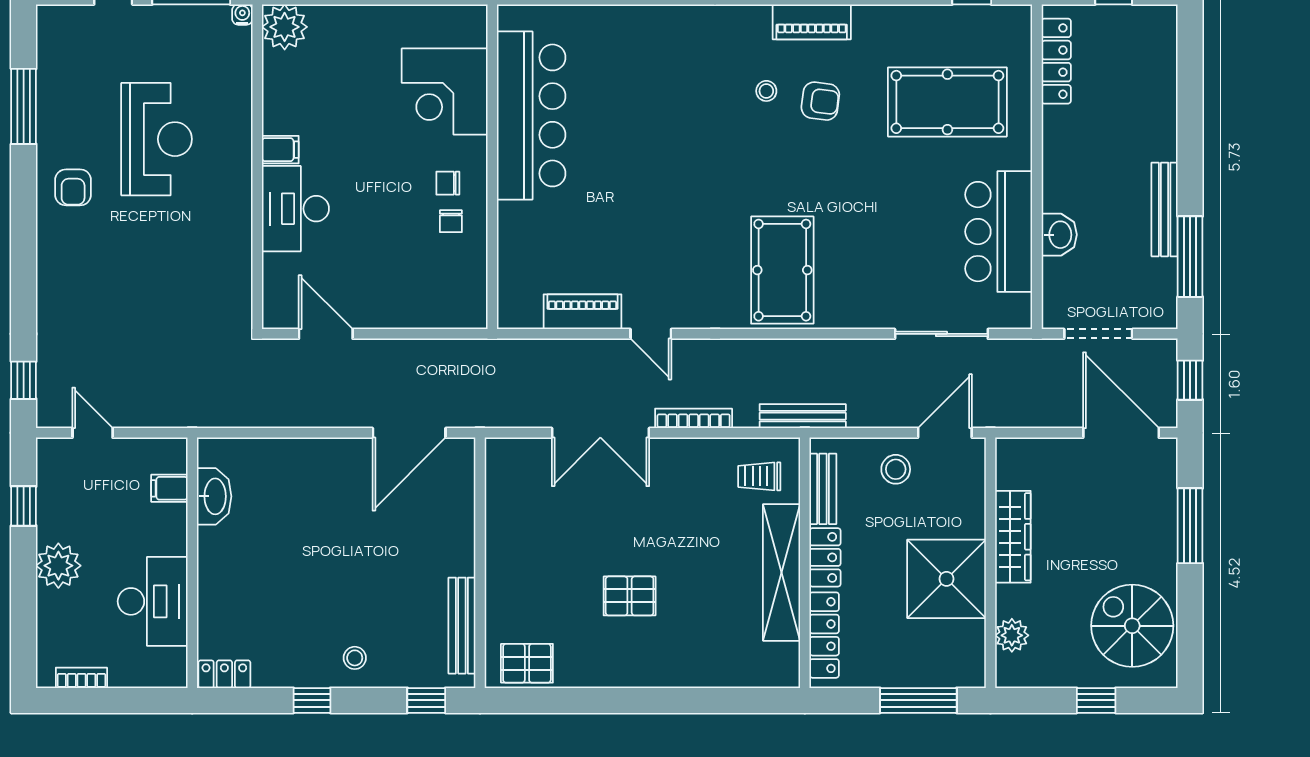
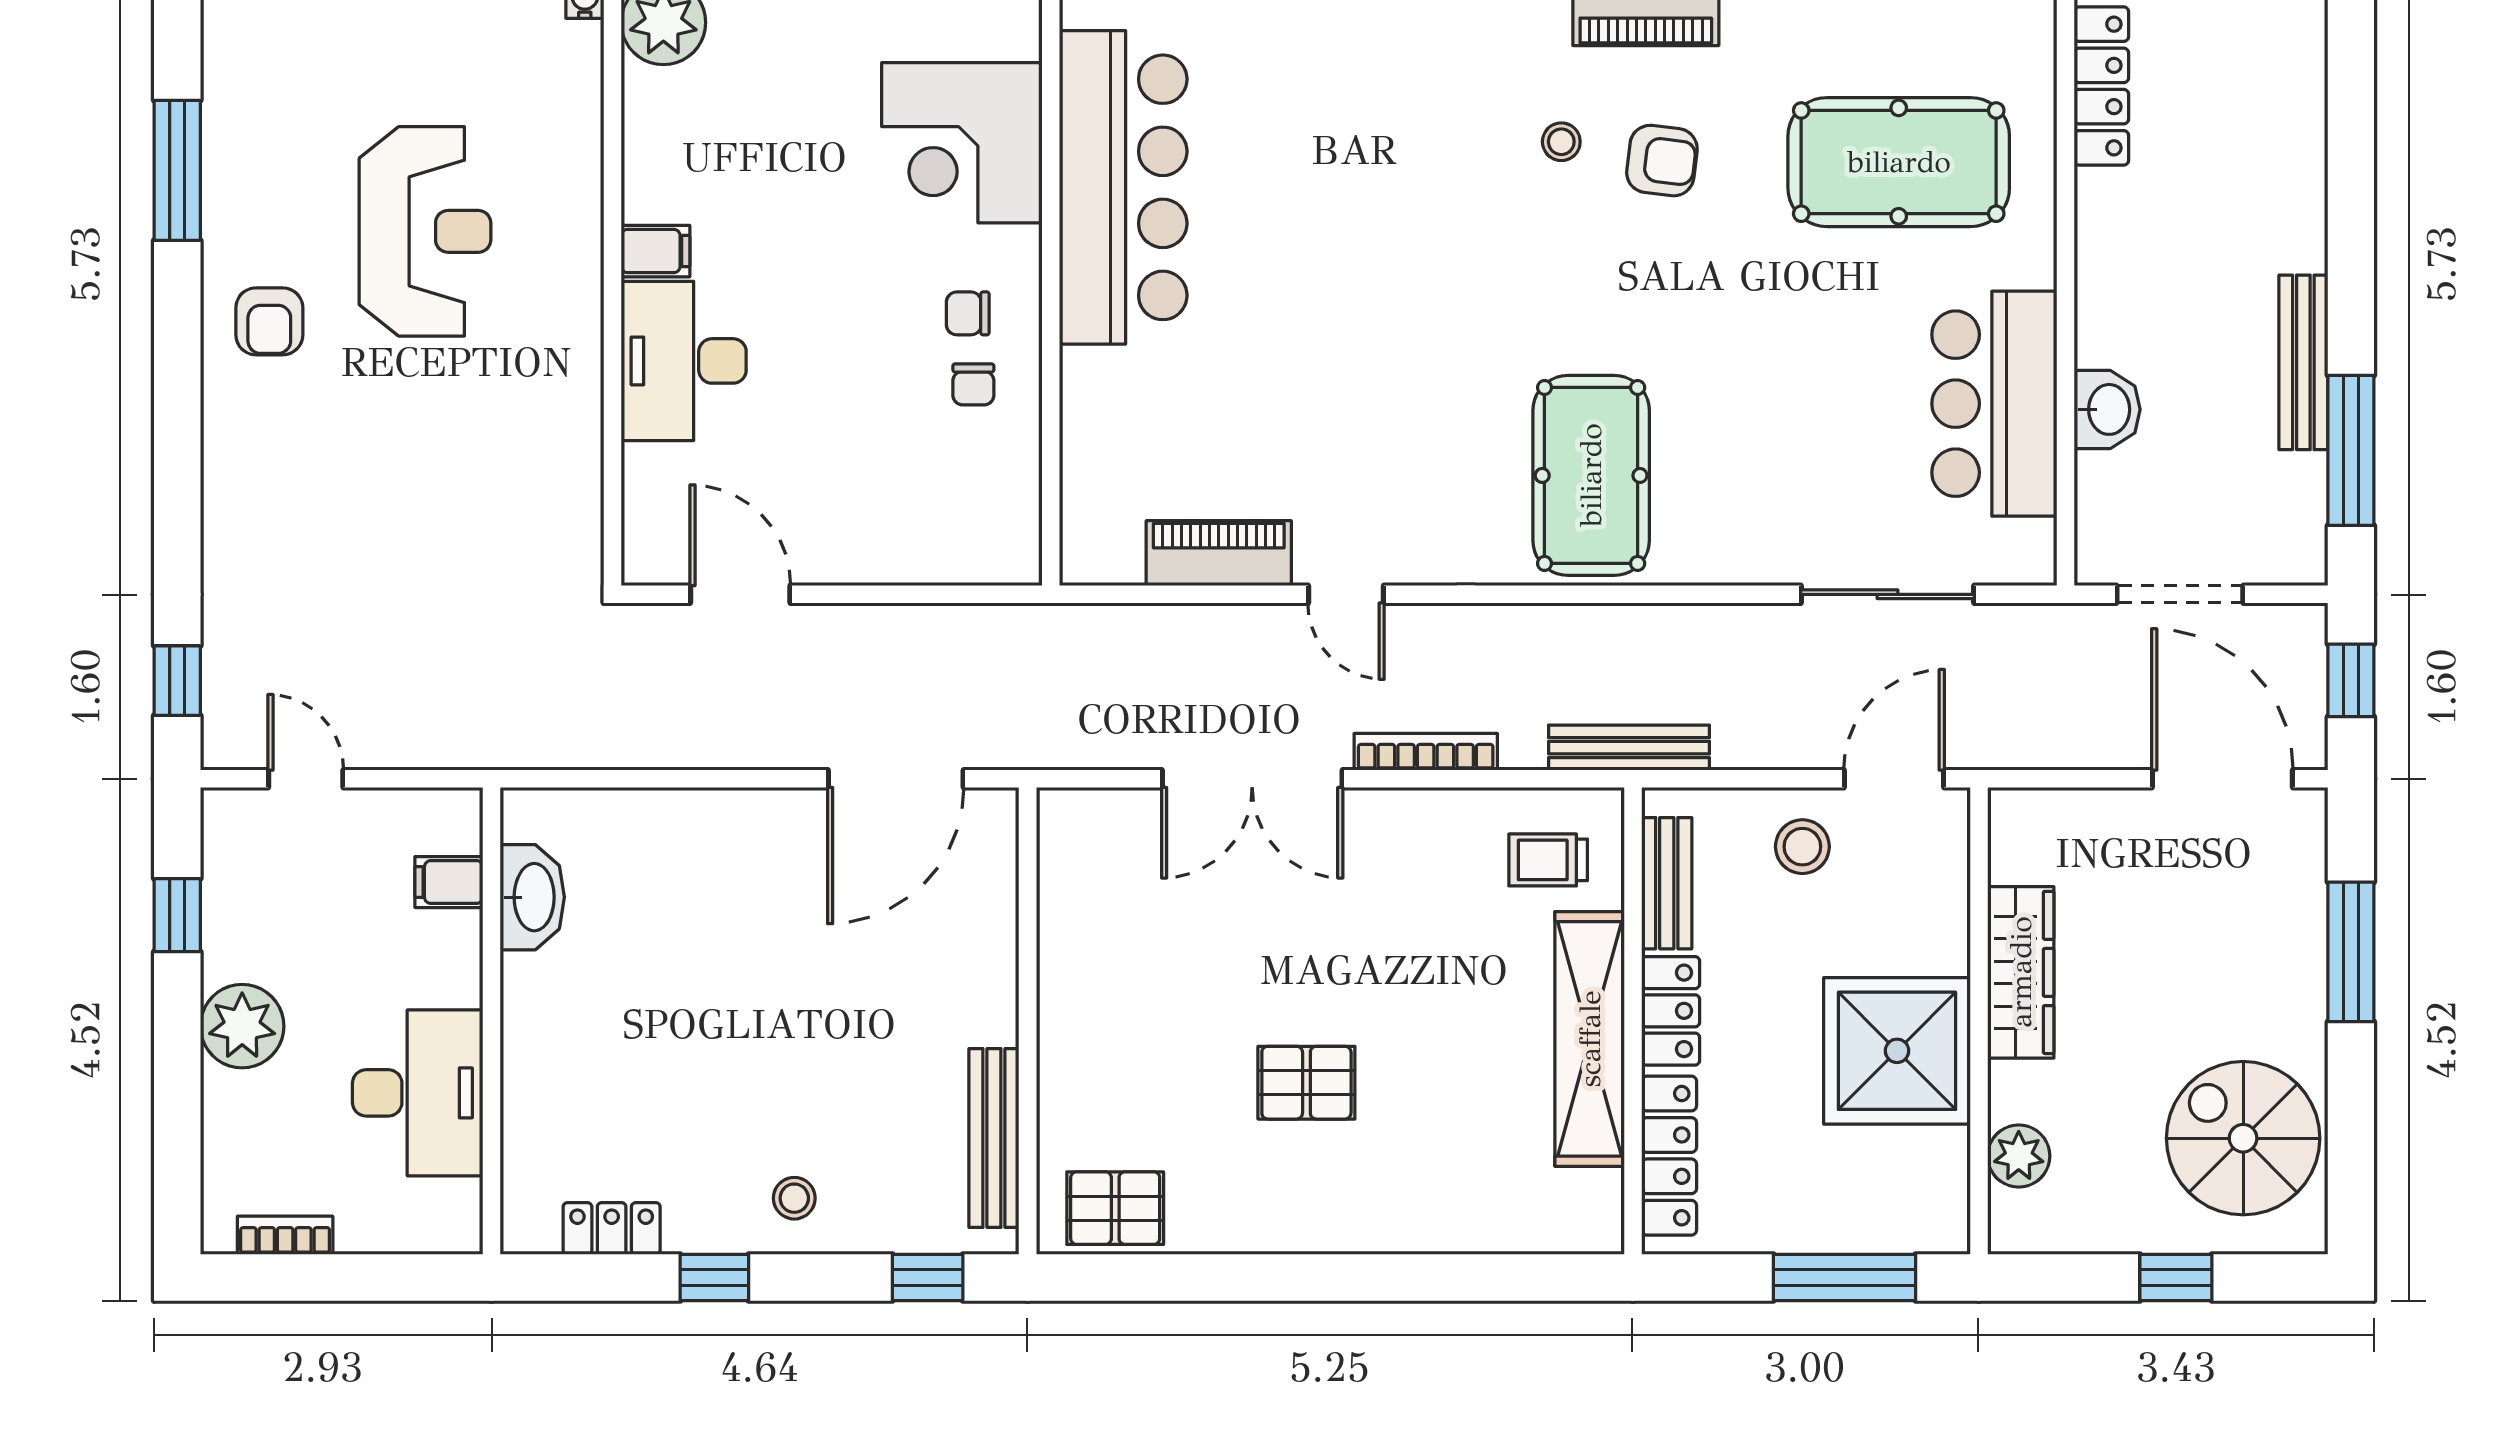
locker: (224, 674) -> (612, 1229), moved

